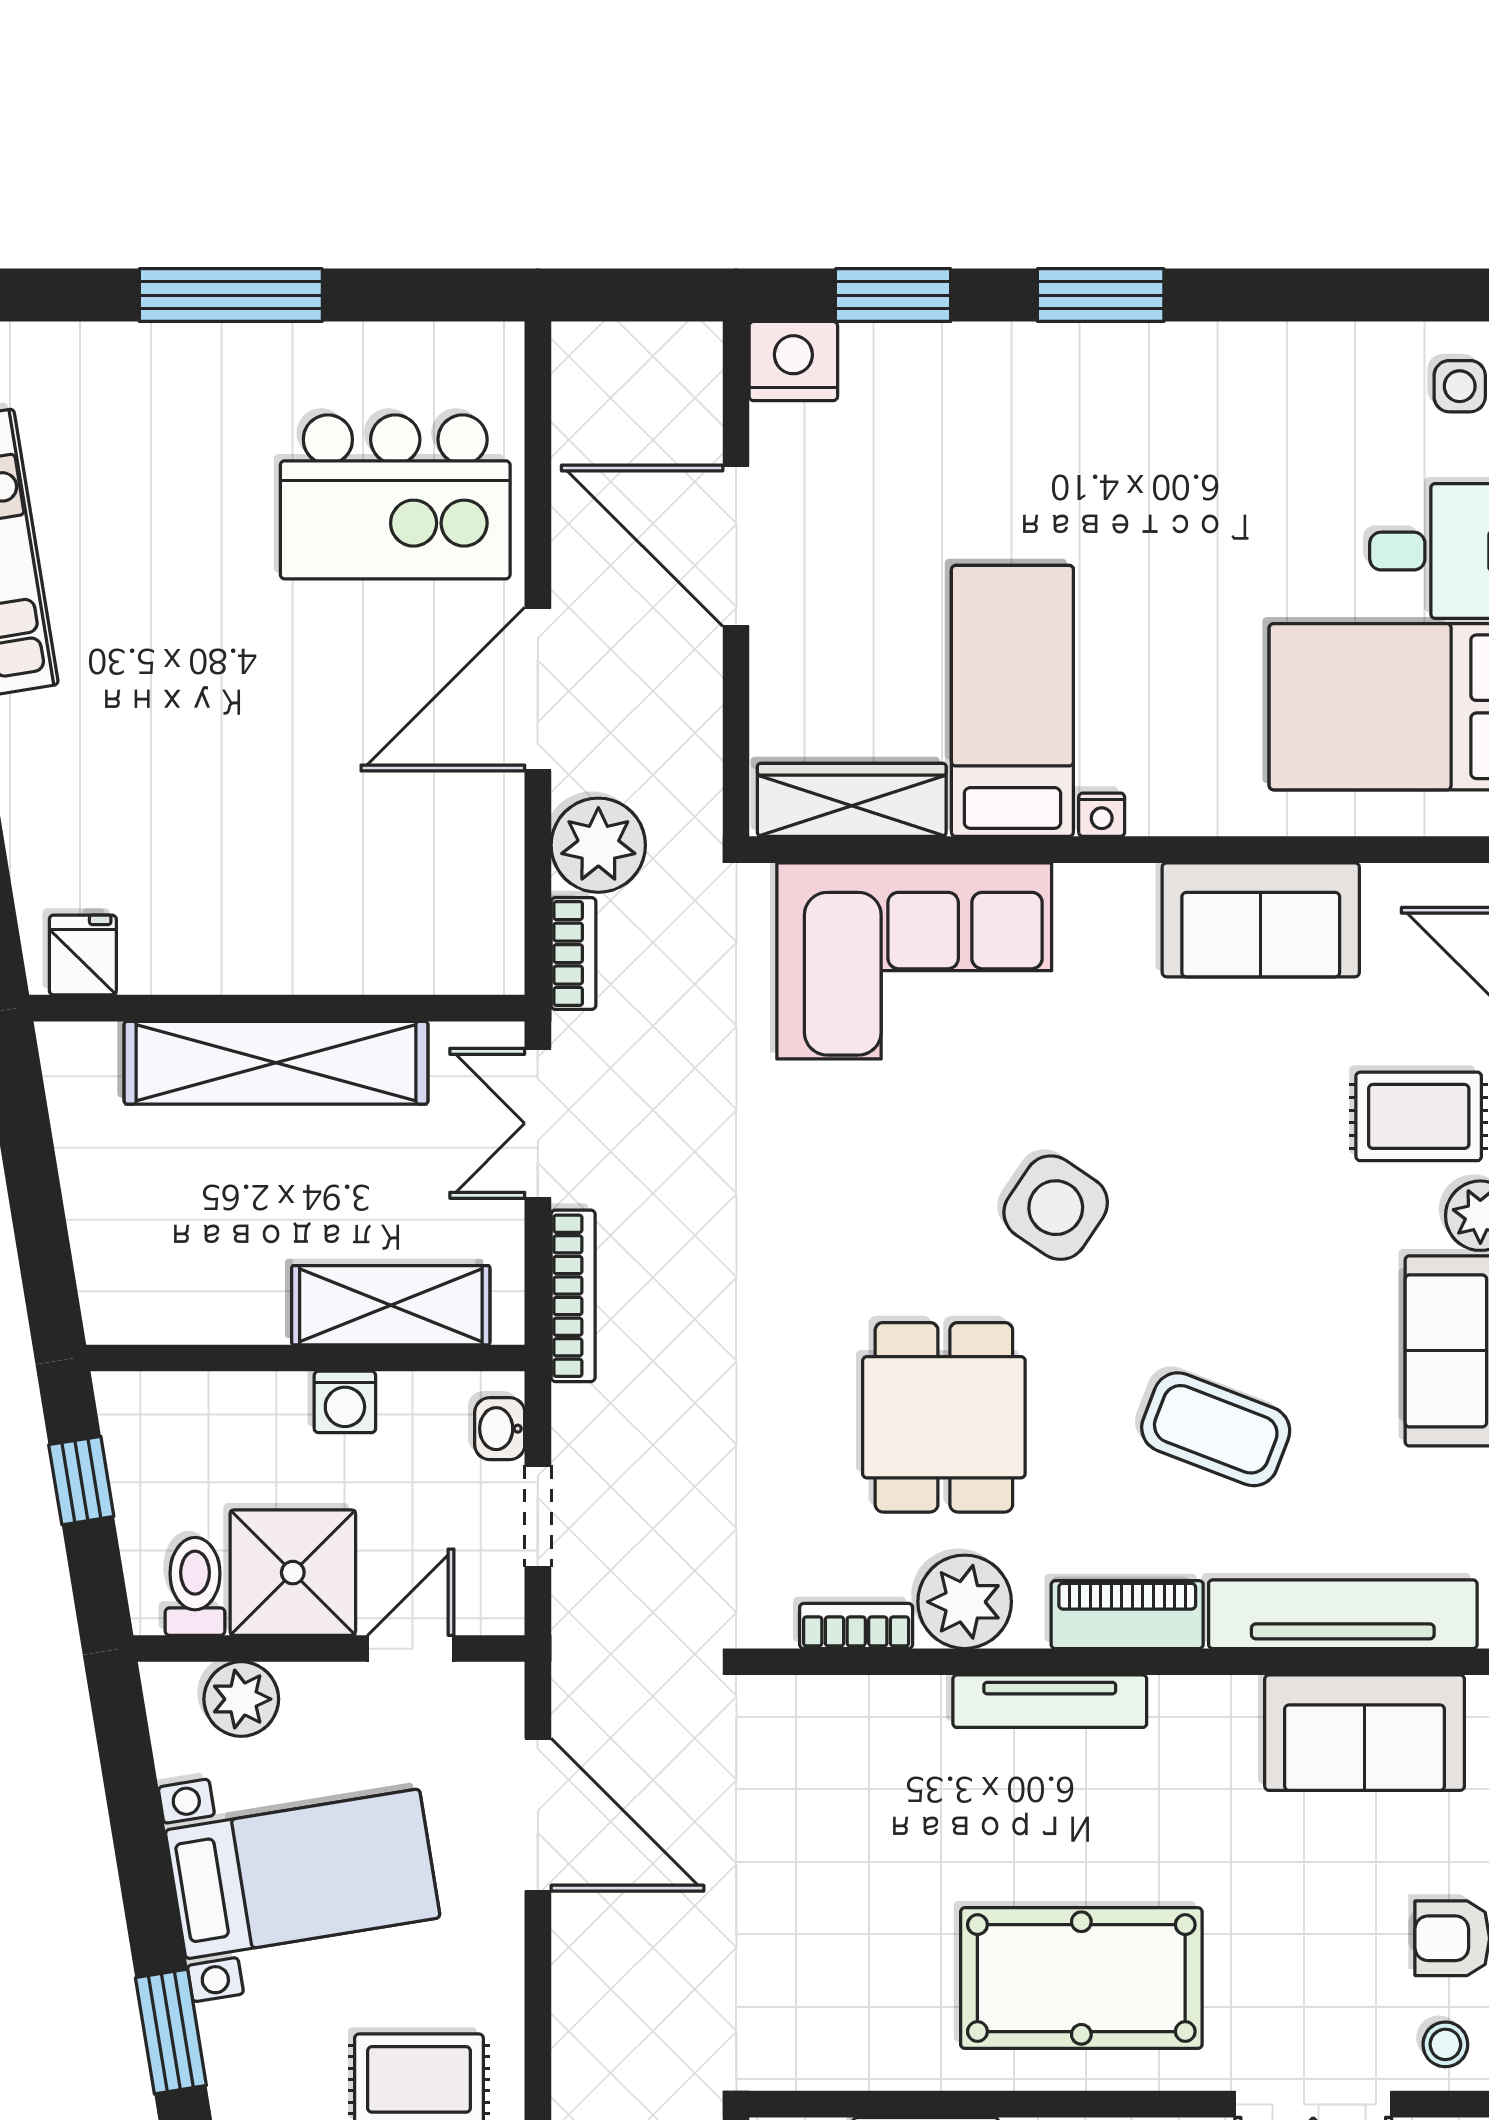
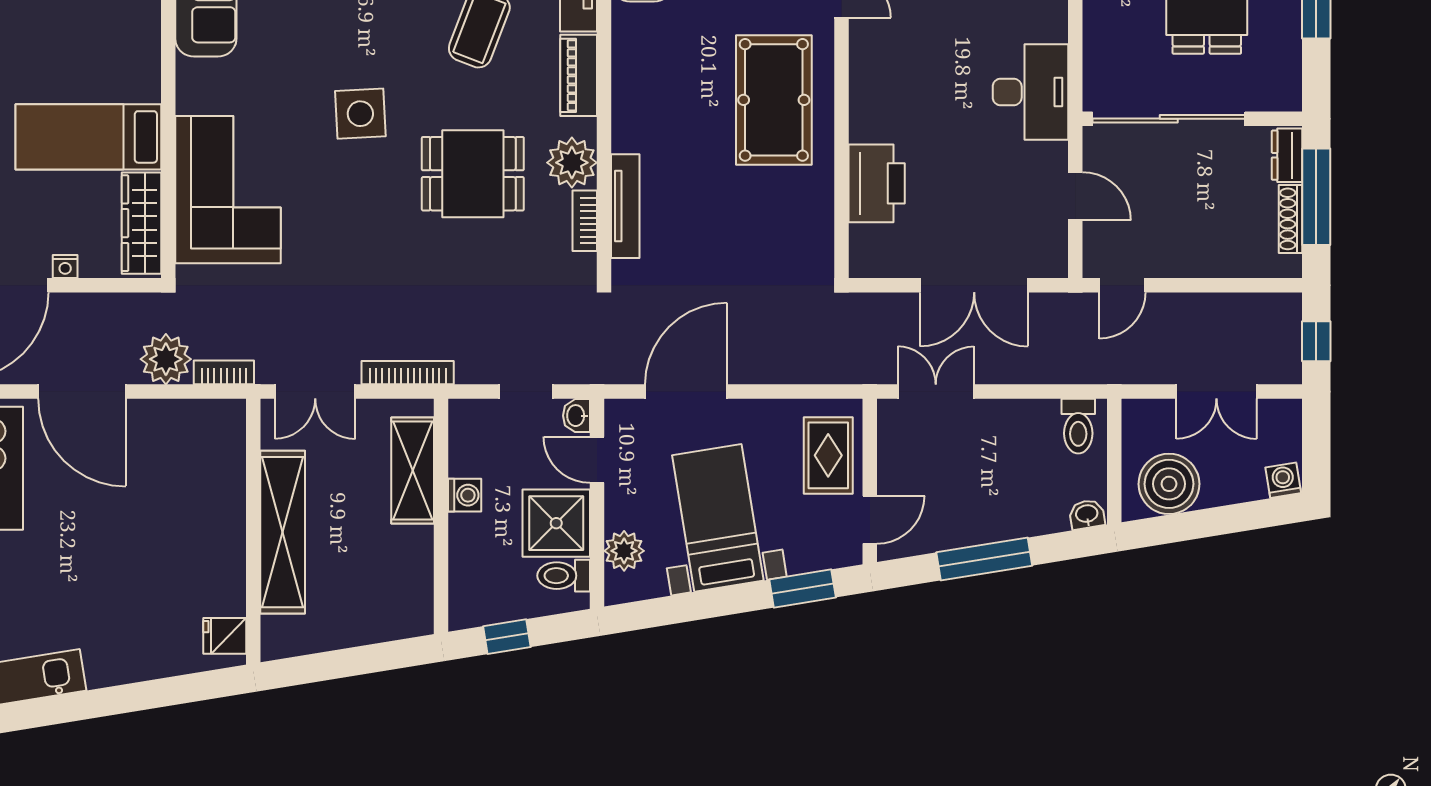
nightstand: (1102, 815) -> (65, 267), moved, turned 90
side table: (1056, 1208) -> (360, 114), turned -37
washbasin: (500, 1429) -> (576, 416), moved, turned 90
tv unit: (1050, 1701) -> (625, 206), moved

